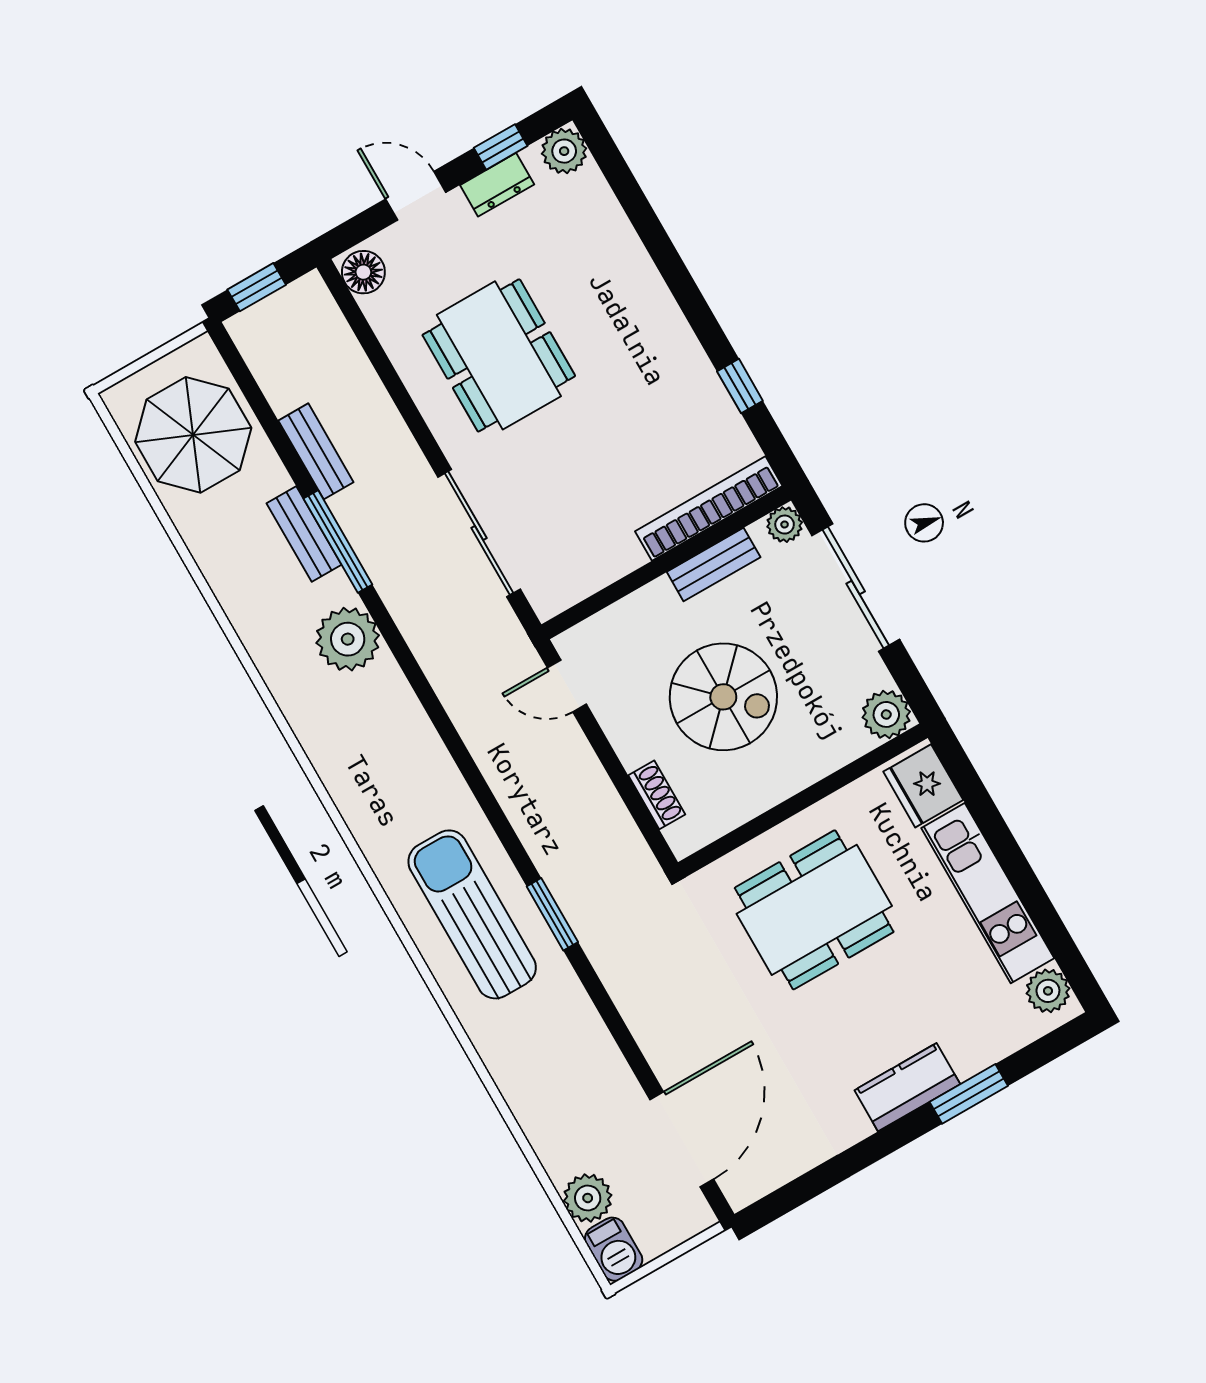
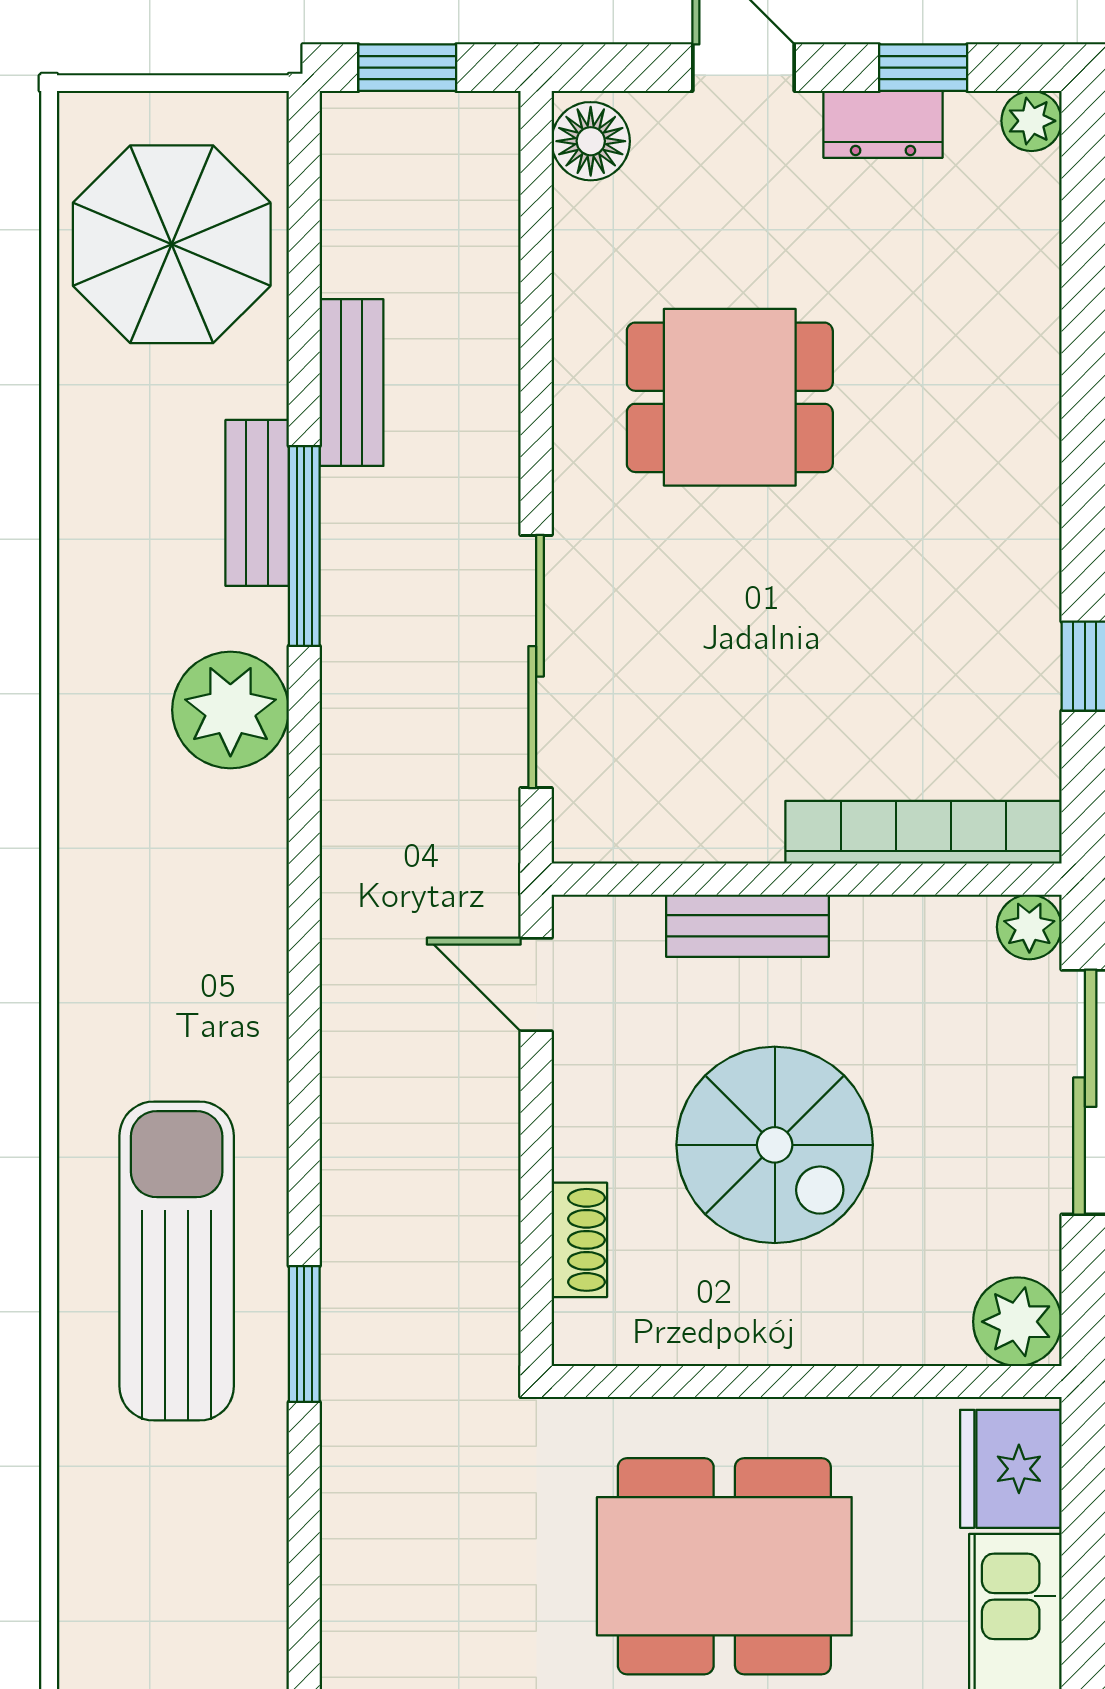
plant: (564, 151) -> (1032, 121), width x0.73, depth x0.73
dining table: (499, 355) -> (730, 397), width x0.73
bench: (714, 565) -> (747, 926), moved

